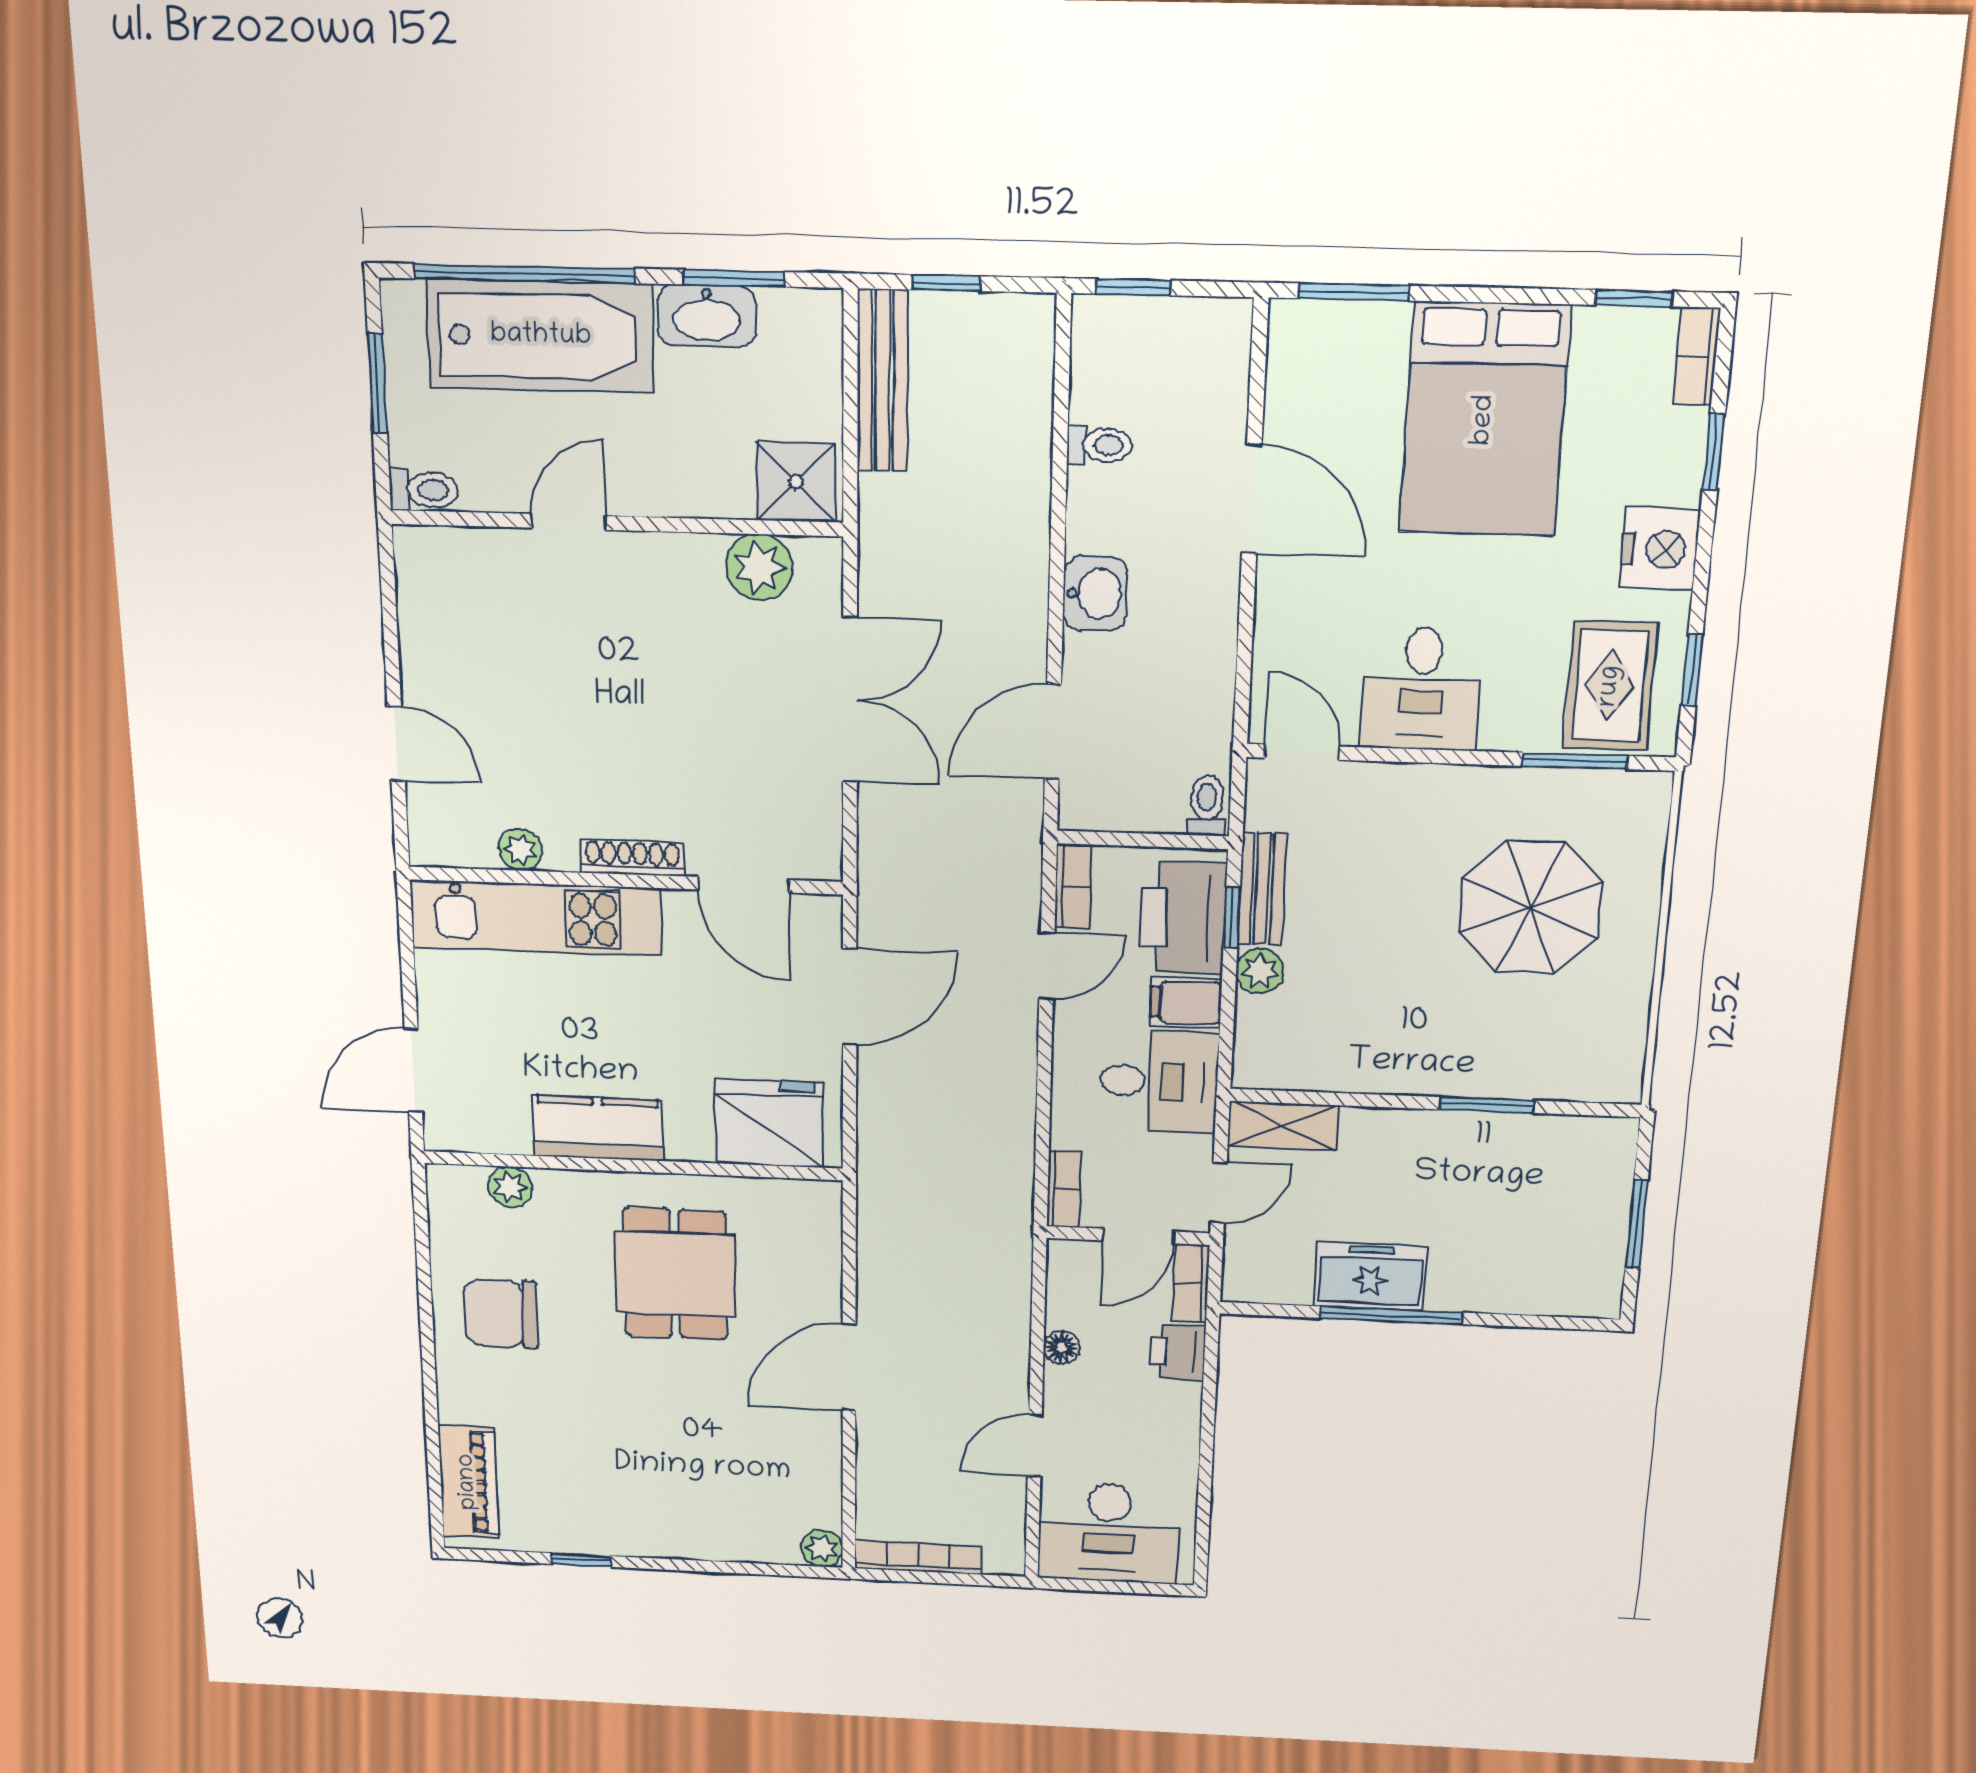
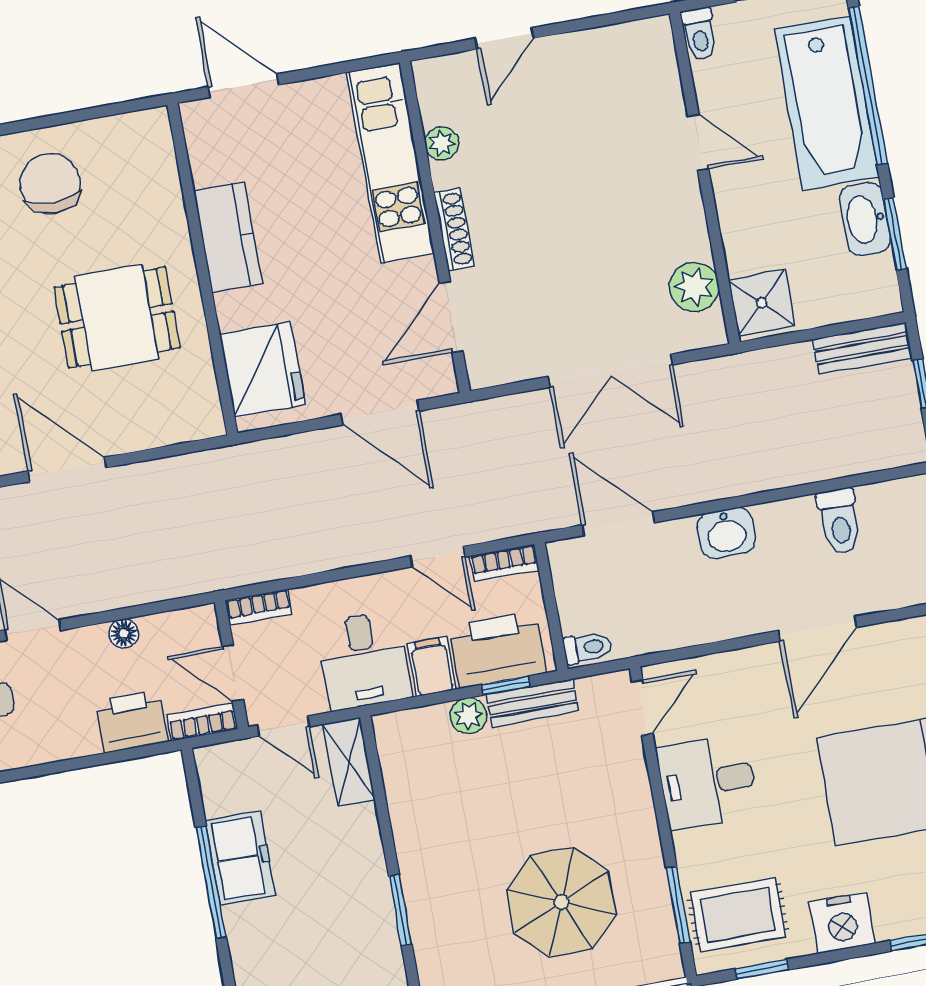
bench: (883, 381) -> (863, 348), width x0.73
toilet: (1099, 445) -> (839, 521), width x1.37, depth x1.39
plant: (510, 1187) -> (162, 175), removed
printer: (1178, 1352) -> (132, 721), width x1.36, depth x1.24

